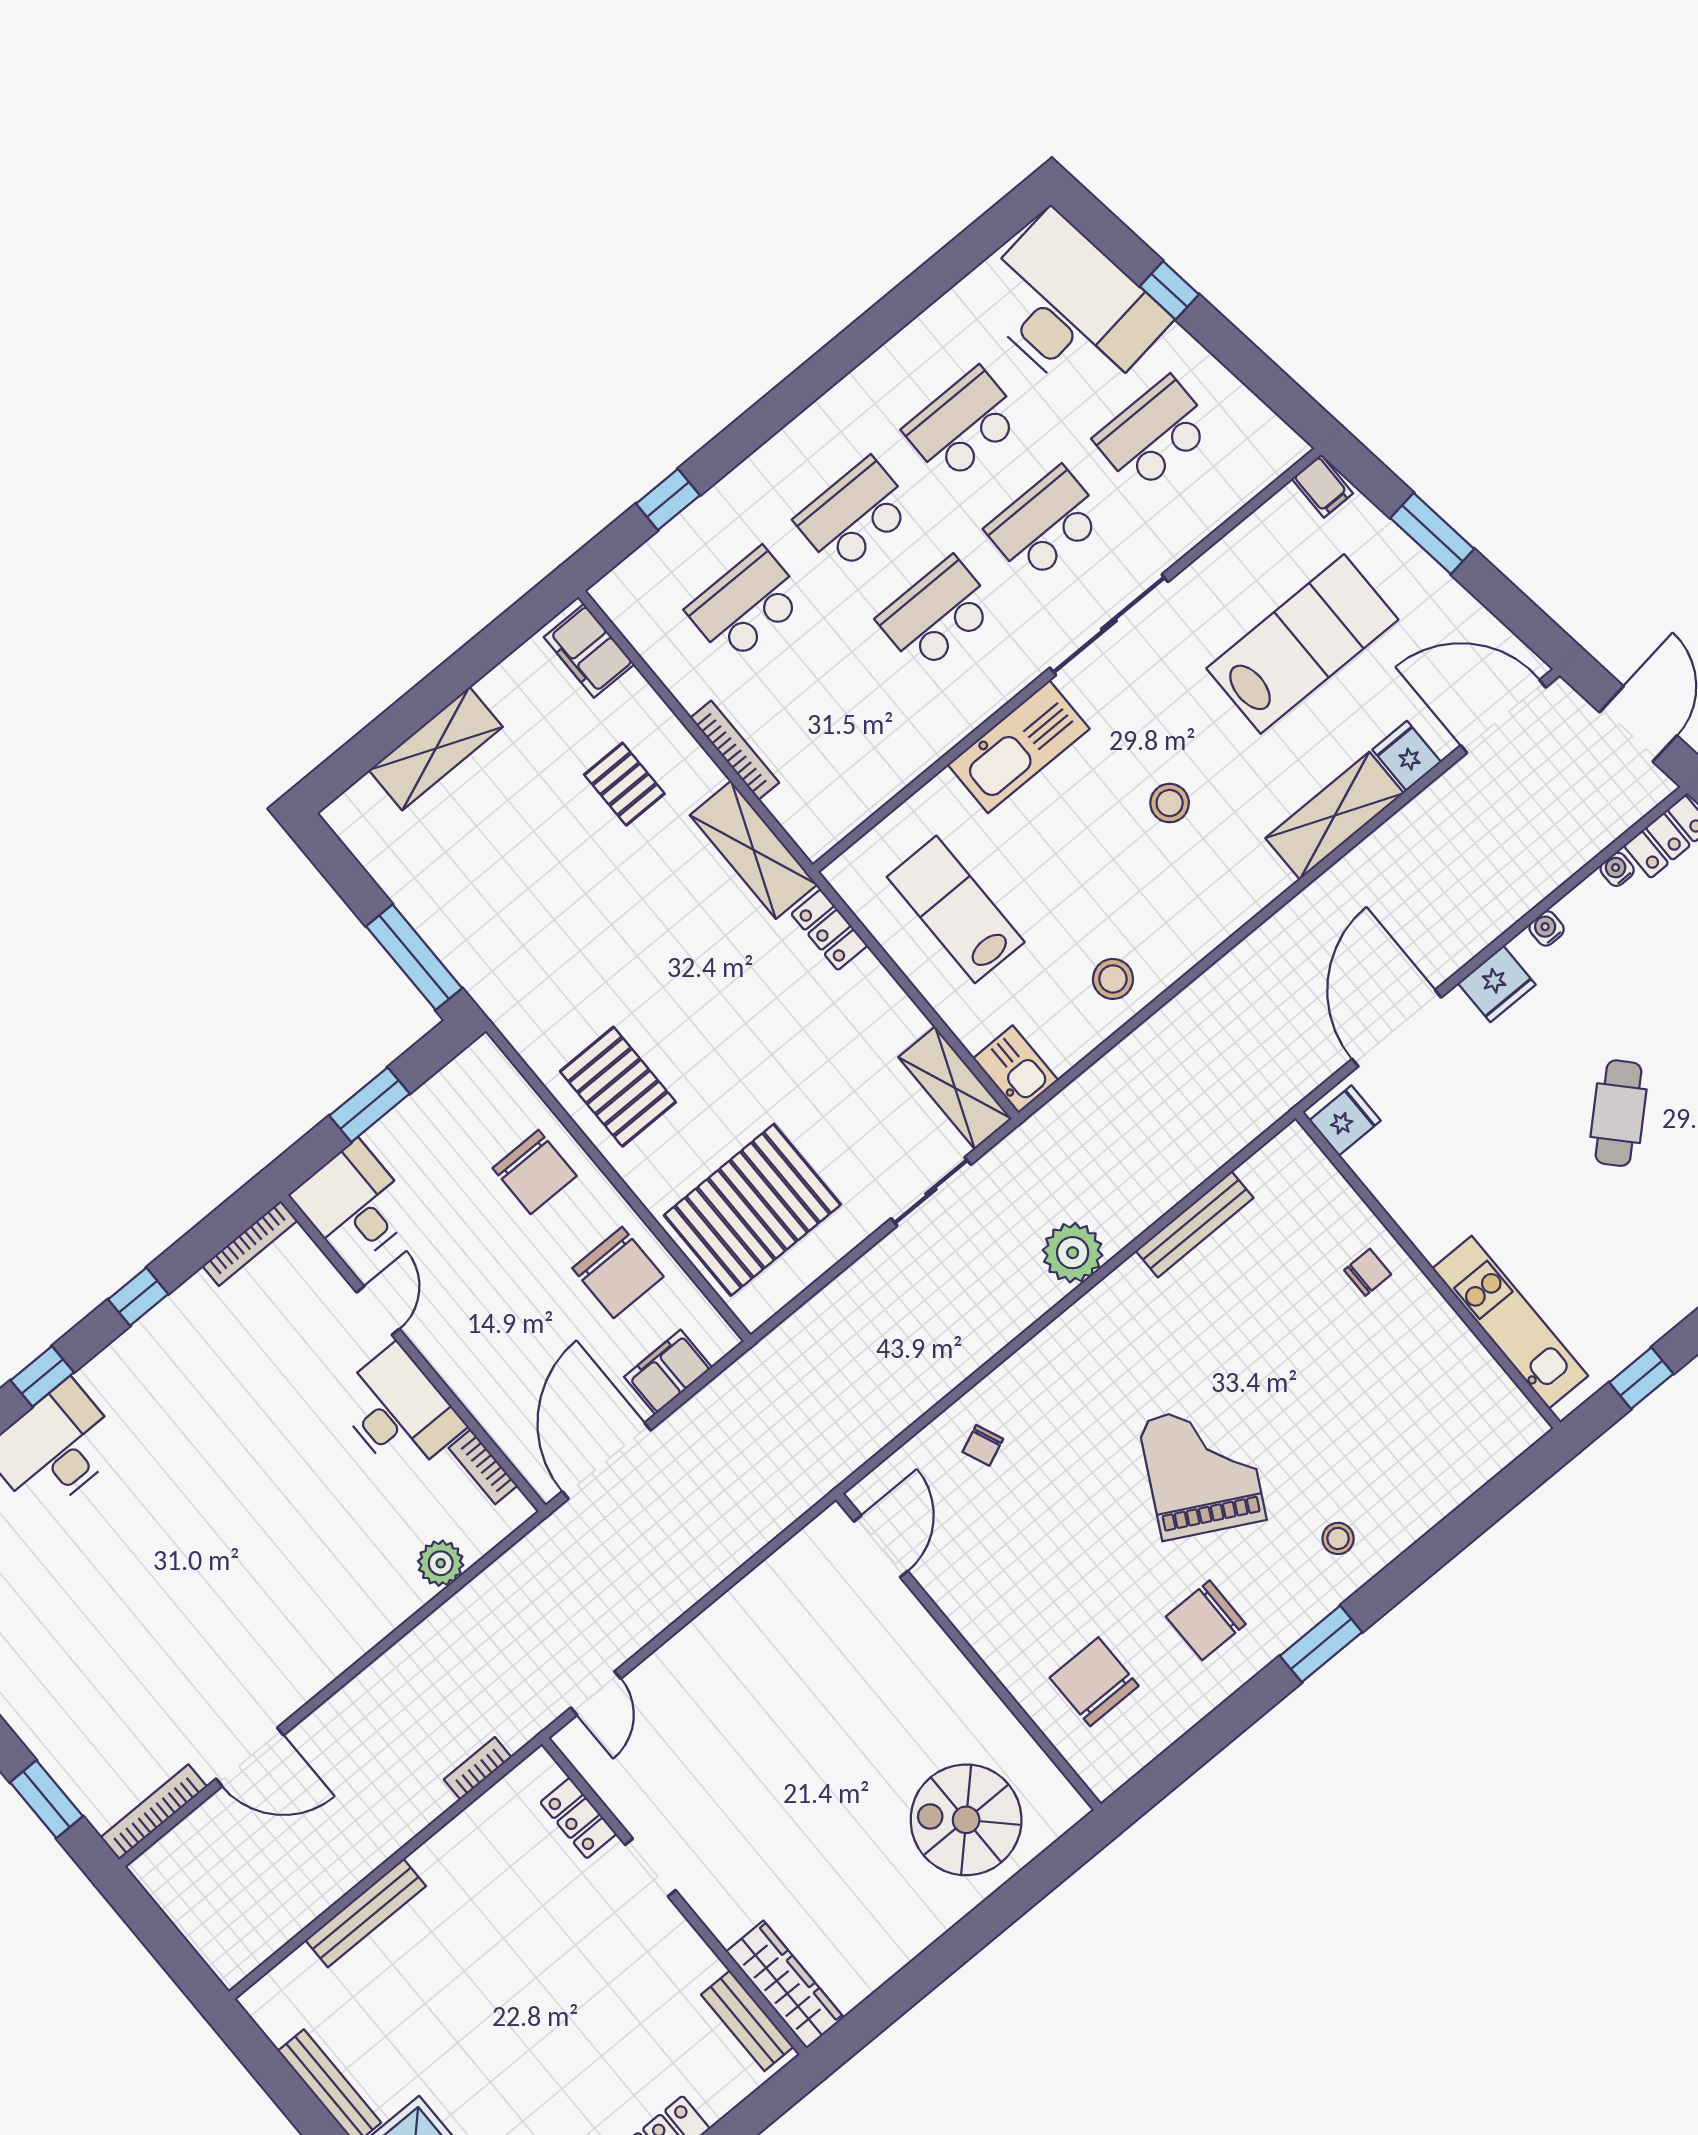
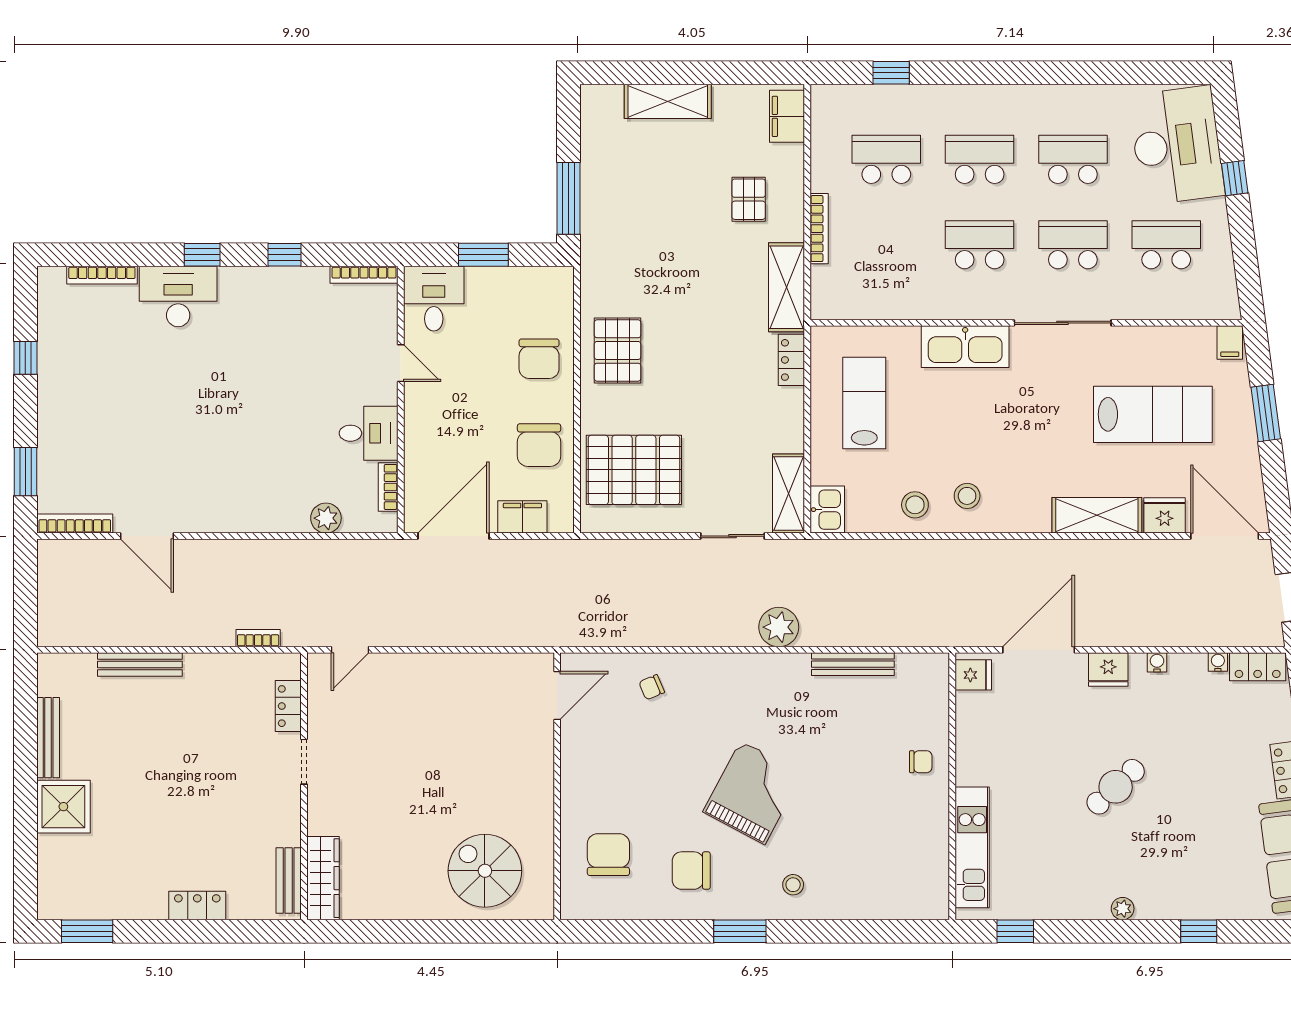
fridge: (1407, 756) -> (1165, 515), width x1.38
stool: (1170, 803) -> (967, 496), moved
door: (378, 1311) -> (401, 363), hinge flipped
desk: (399, 1411) -> (369, 433), width x0.73

